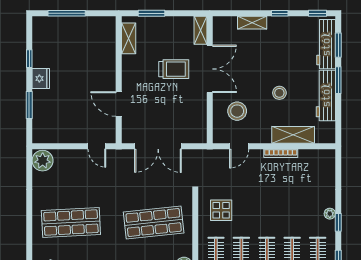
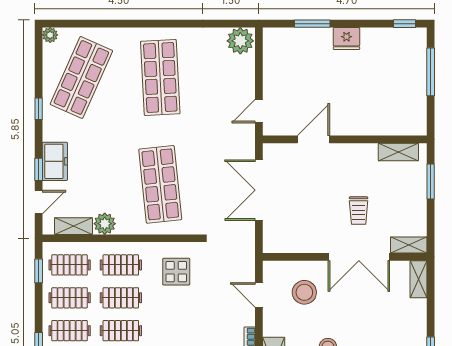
shelving: (252, 23) -> (419, 279), moved
window: (29, 59) -> (404, 24), moved
trolley: (174, 69) -> (359, 211), width x0.73, depth x0.72

